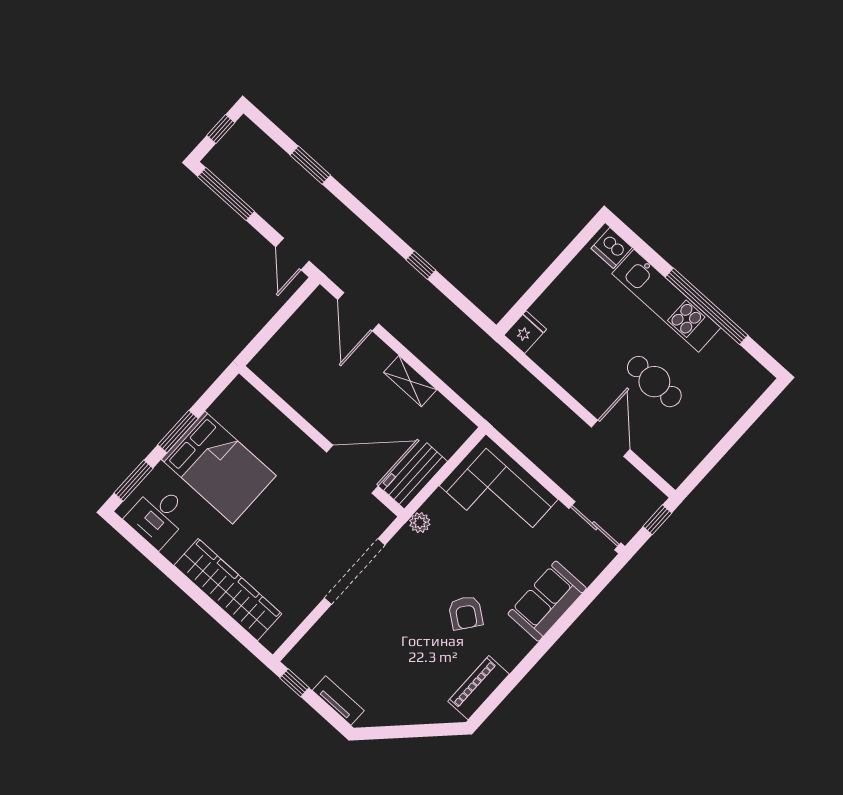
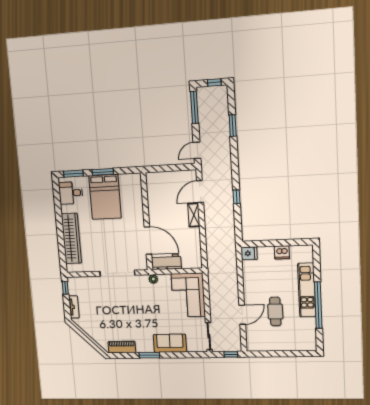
dishwasher: (612, 248) -> (282, 252), moved, turned -90
shelving: (410, 381) -> (194, 215), moved
armchair: (466, 613) -> (140, 321), removed
window: (535, 655) -> (149, 355), added

